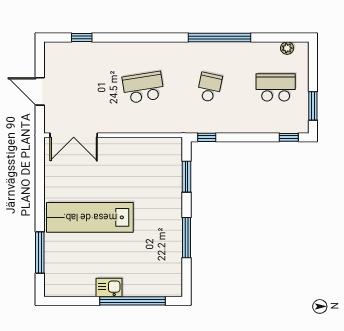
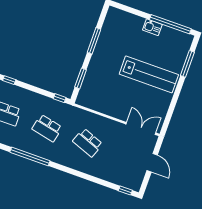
window: (82, 38) -> (125, 190), moved
school desk: (143, 87) -> (88, 143), turned 30
school desk: (209, 87) -> (47, 128), width x1.85
window: (133, 301) -> (170, 24), moved

